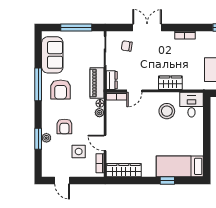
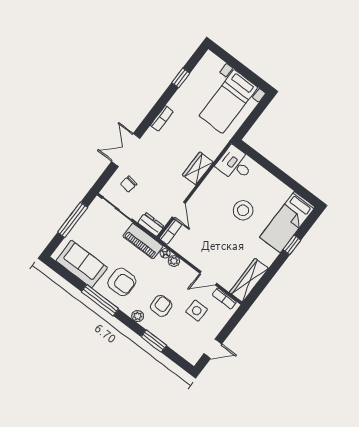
stool: (167, 111) -> (243, 210), moved
armchair: (64, 126) -> (161, 306), turned -90
plant: (46, 138) -> (138, 316), moved

